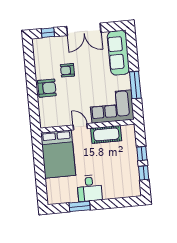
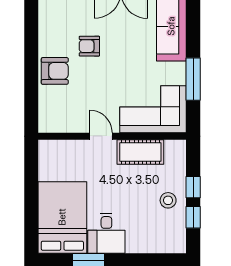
bed: (58, 154) -> (62, 217), moved, turned 180
stool: (127, 164) -> (168, 200), added

